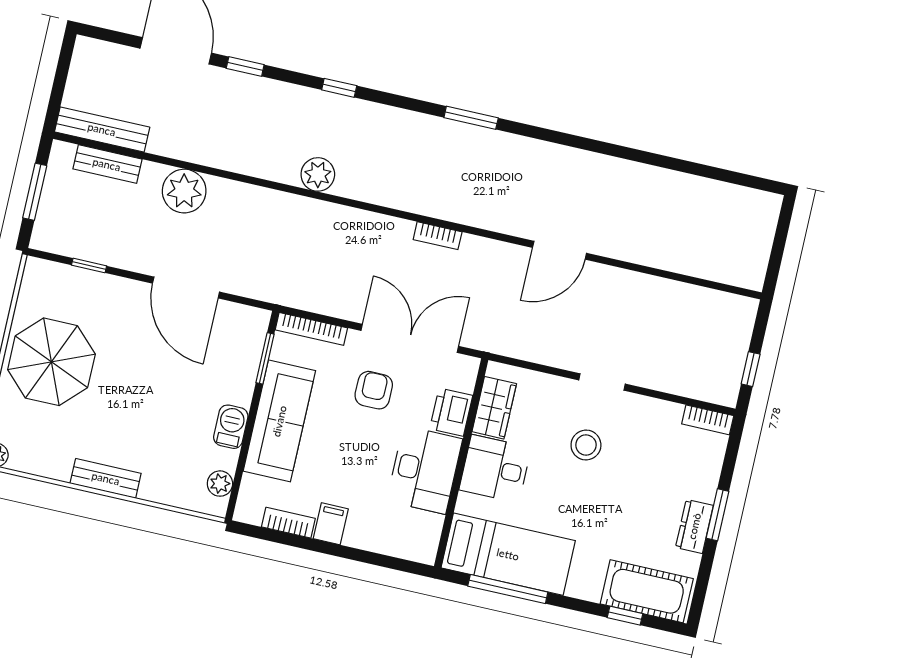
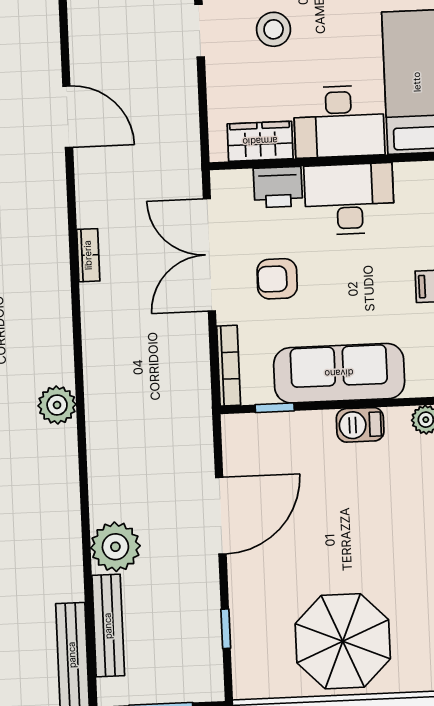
bench: (107, 164) -> (108, 626), width x1.36
window: (265, 358) -> (275, 408), width x0.67
desk: (495, 469) -> (339, 122), width x1.37

